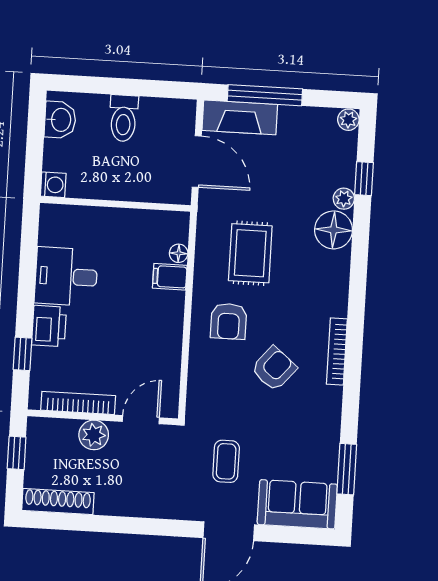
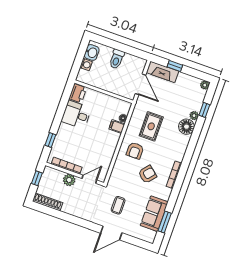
window: (265, 95) -> (175, 66), width x0.46
washing machine: (53, 185) -> (86, 65), moved
printer: (49, 326) -> (78, 93), moved
sofa: (297, 504) -> (154, 214), moved, turned -90

